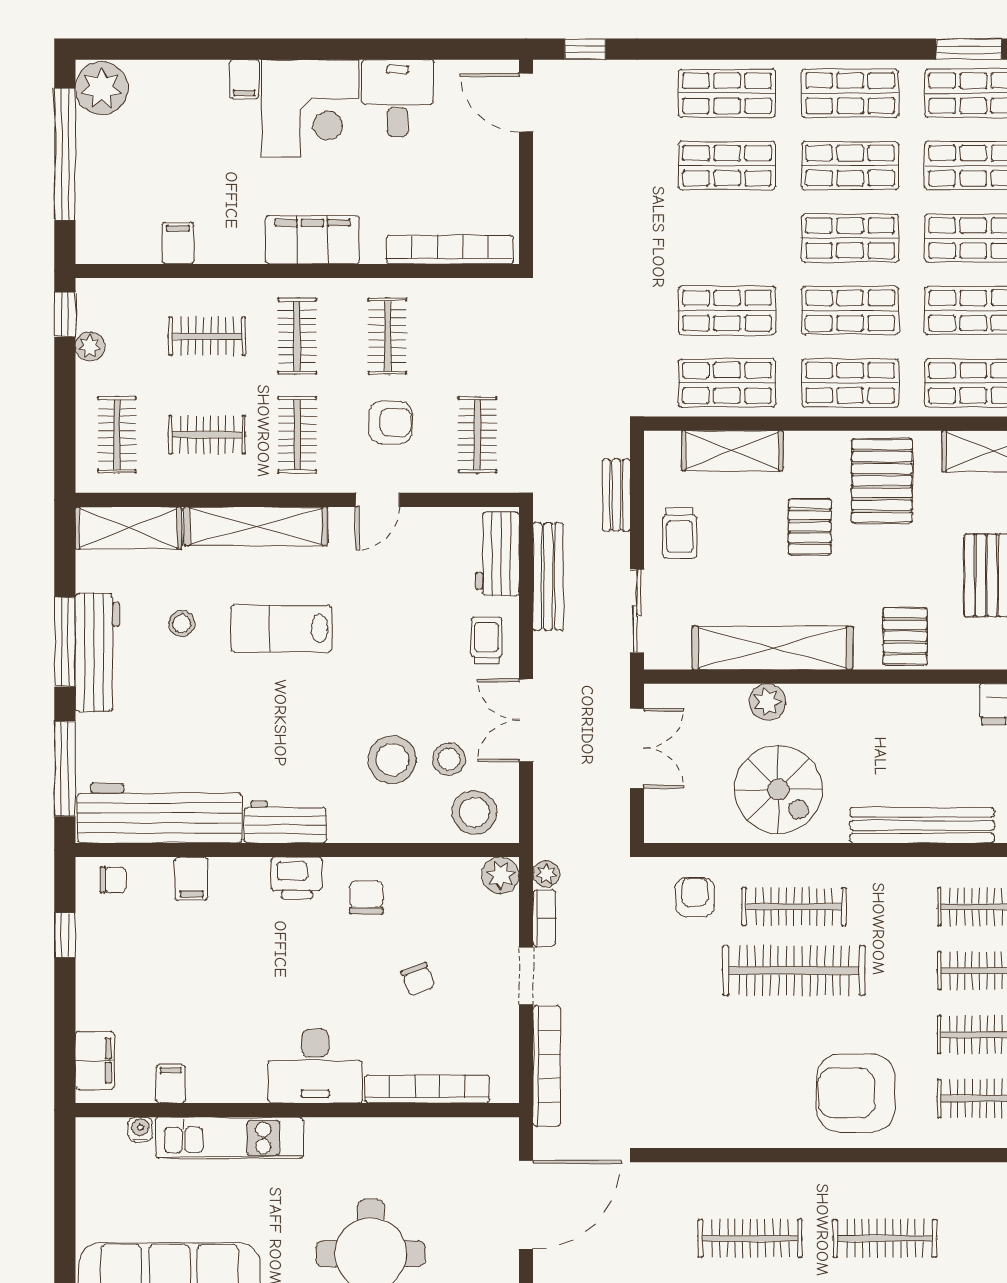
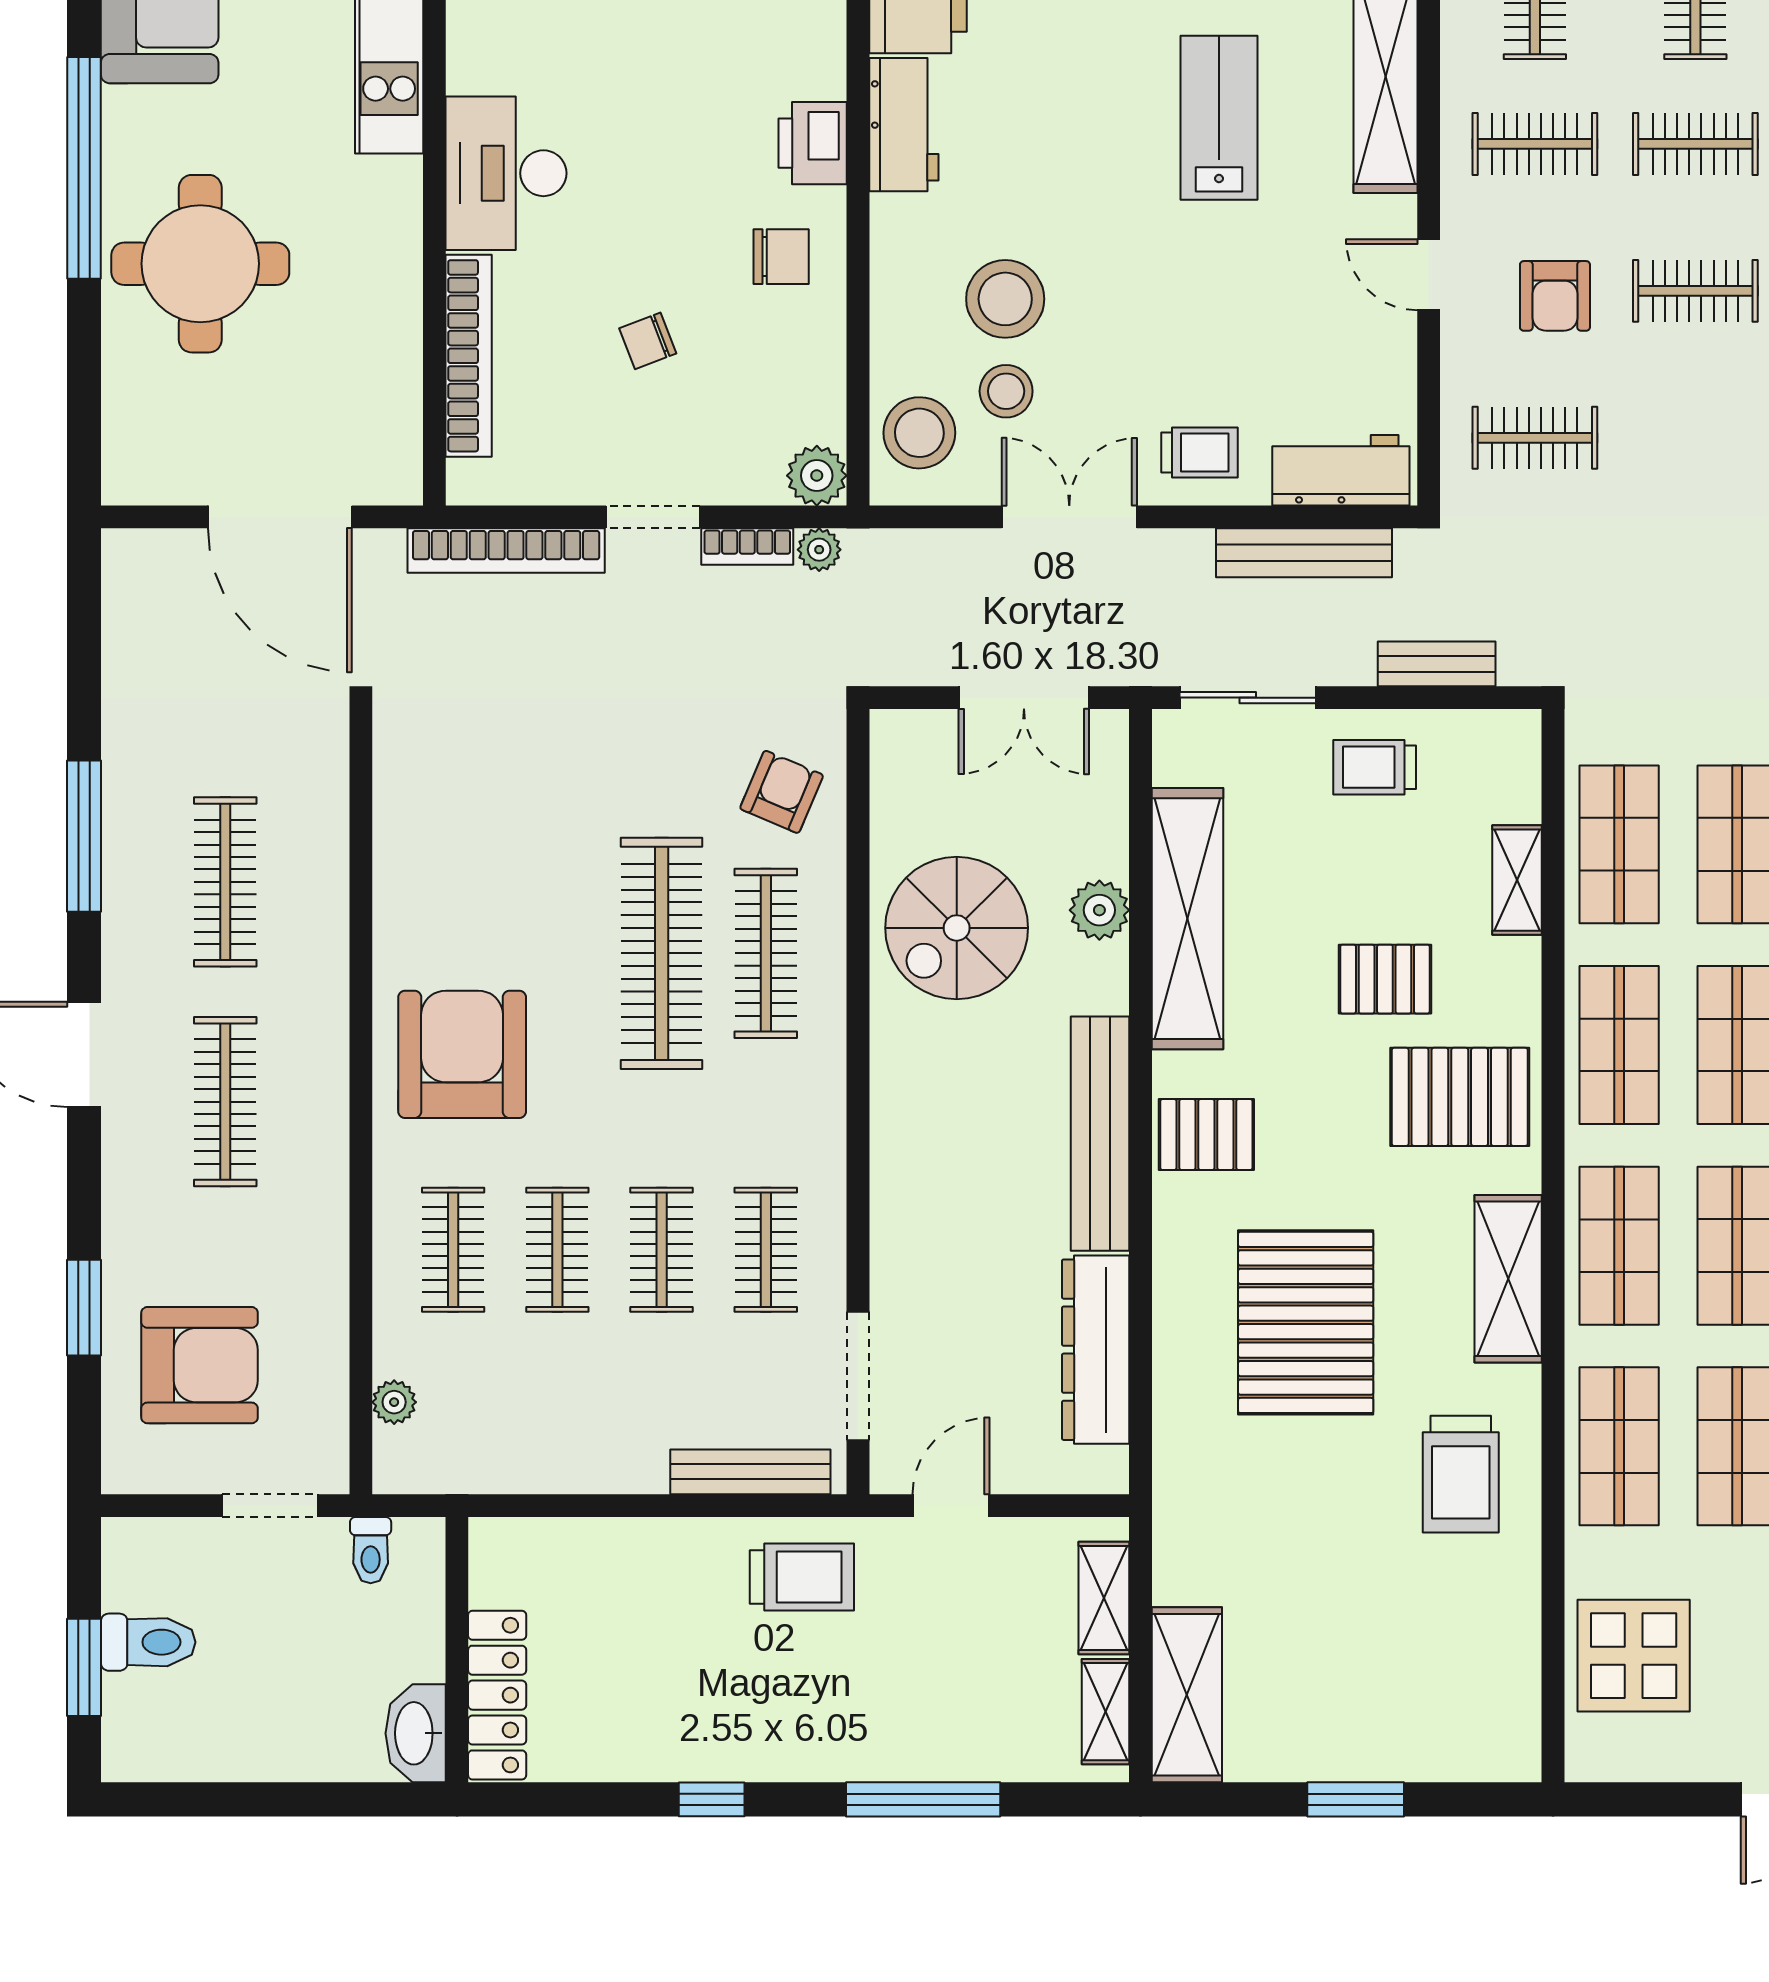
shelving: (732, 451) -> (1517, 880), width x0.67, depth x0.75
bench: (922, 825) -> (1100, 1134), moved
armchair: (695, 897) -> (782, 792), turned -67

